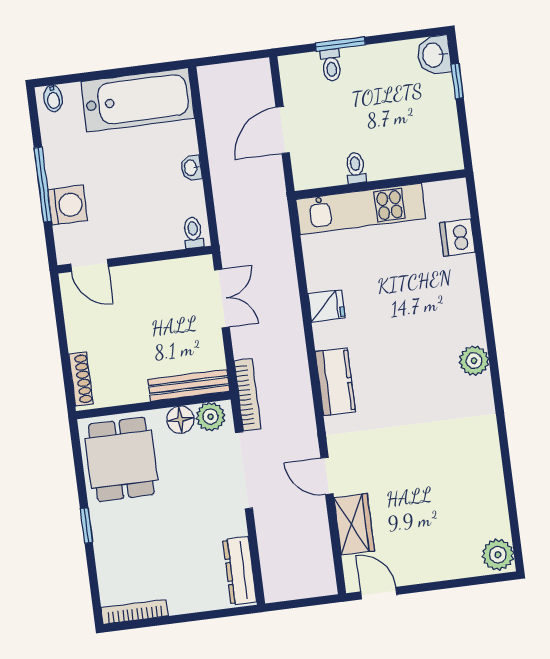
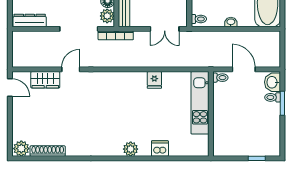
washbasin: (434, 55) -> (272, 82), moved, turned -90
toilet: (356, 168) -> (220, 78), moved
dishwasher: (457, 238) -> (160, 149), moved
plant: (474, 361) -> (131, 149), moved
kitchen counter: (335, 382) -> (117, 79), removed
shoe rack: (496, 501) -> (48, 151), added
door: (379, 593) -> (10, 88), hinge flipped

